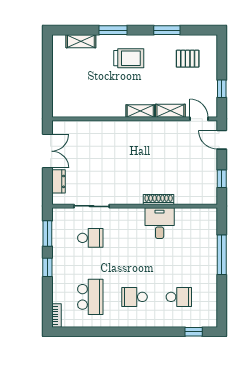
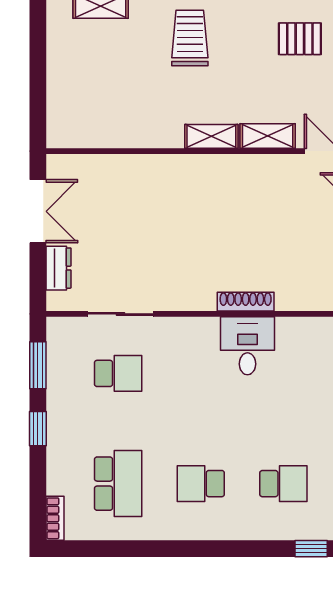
trolley: (129, 58) -> (190, 38), turned -90

